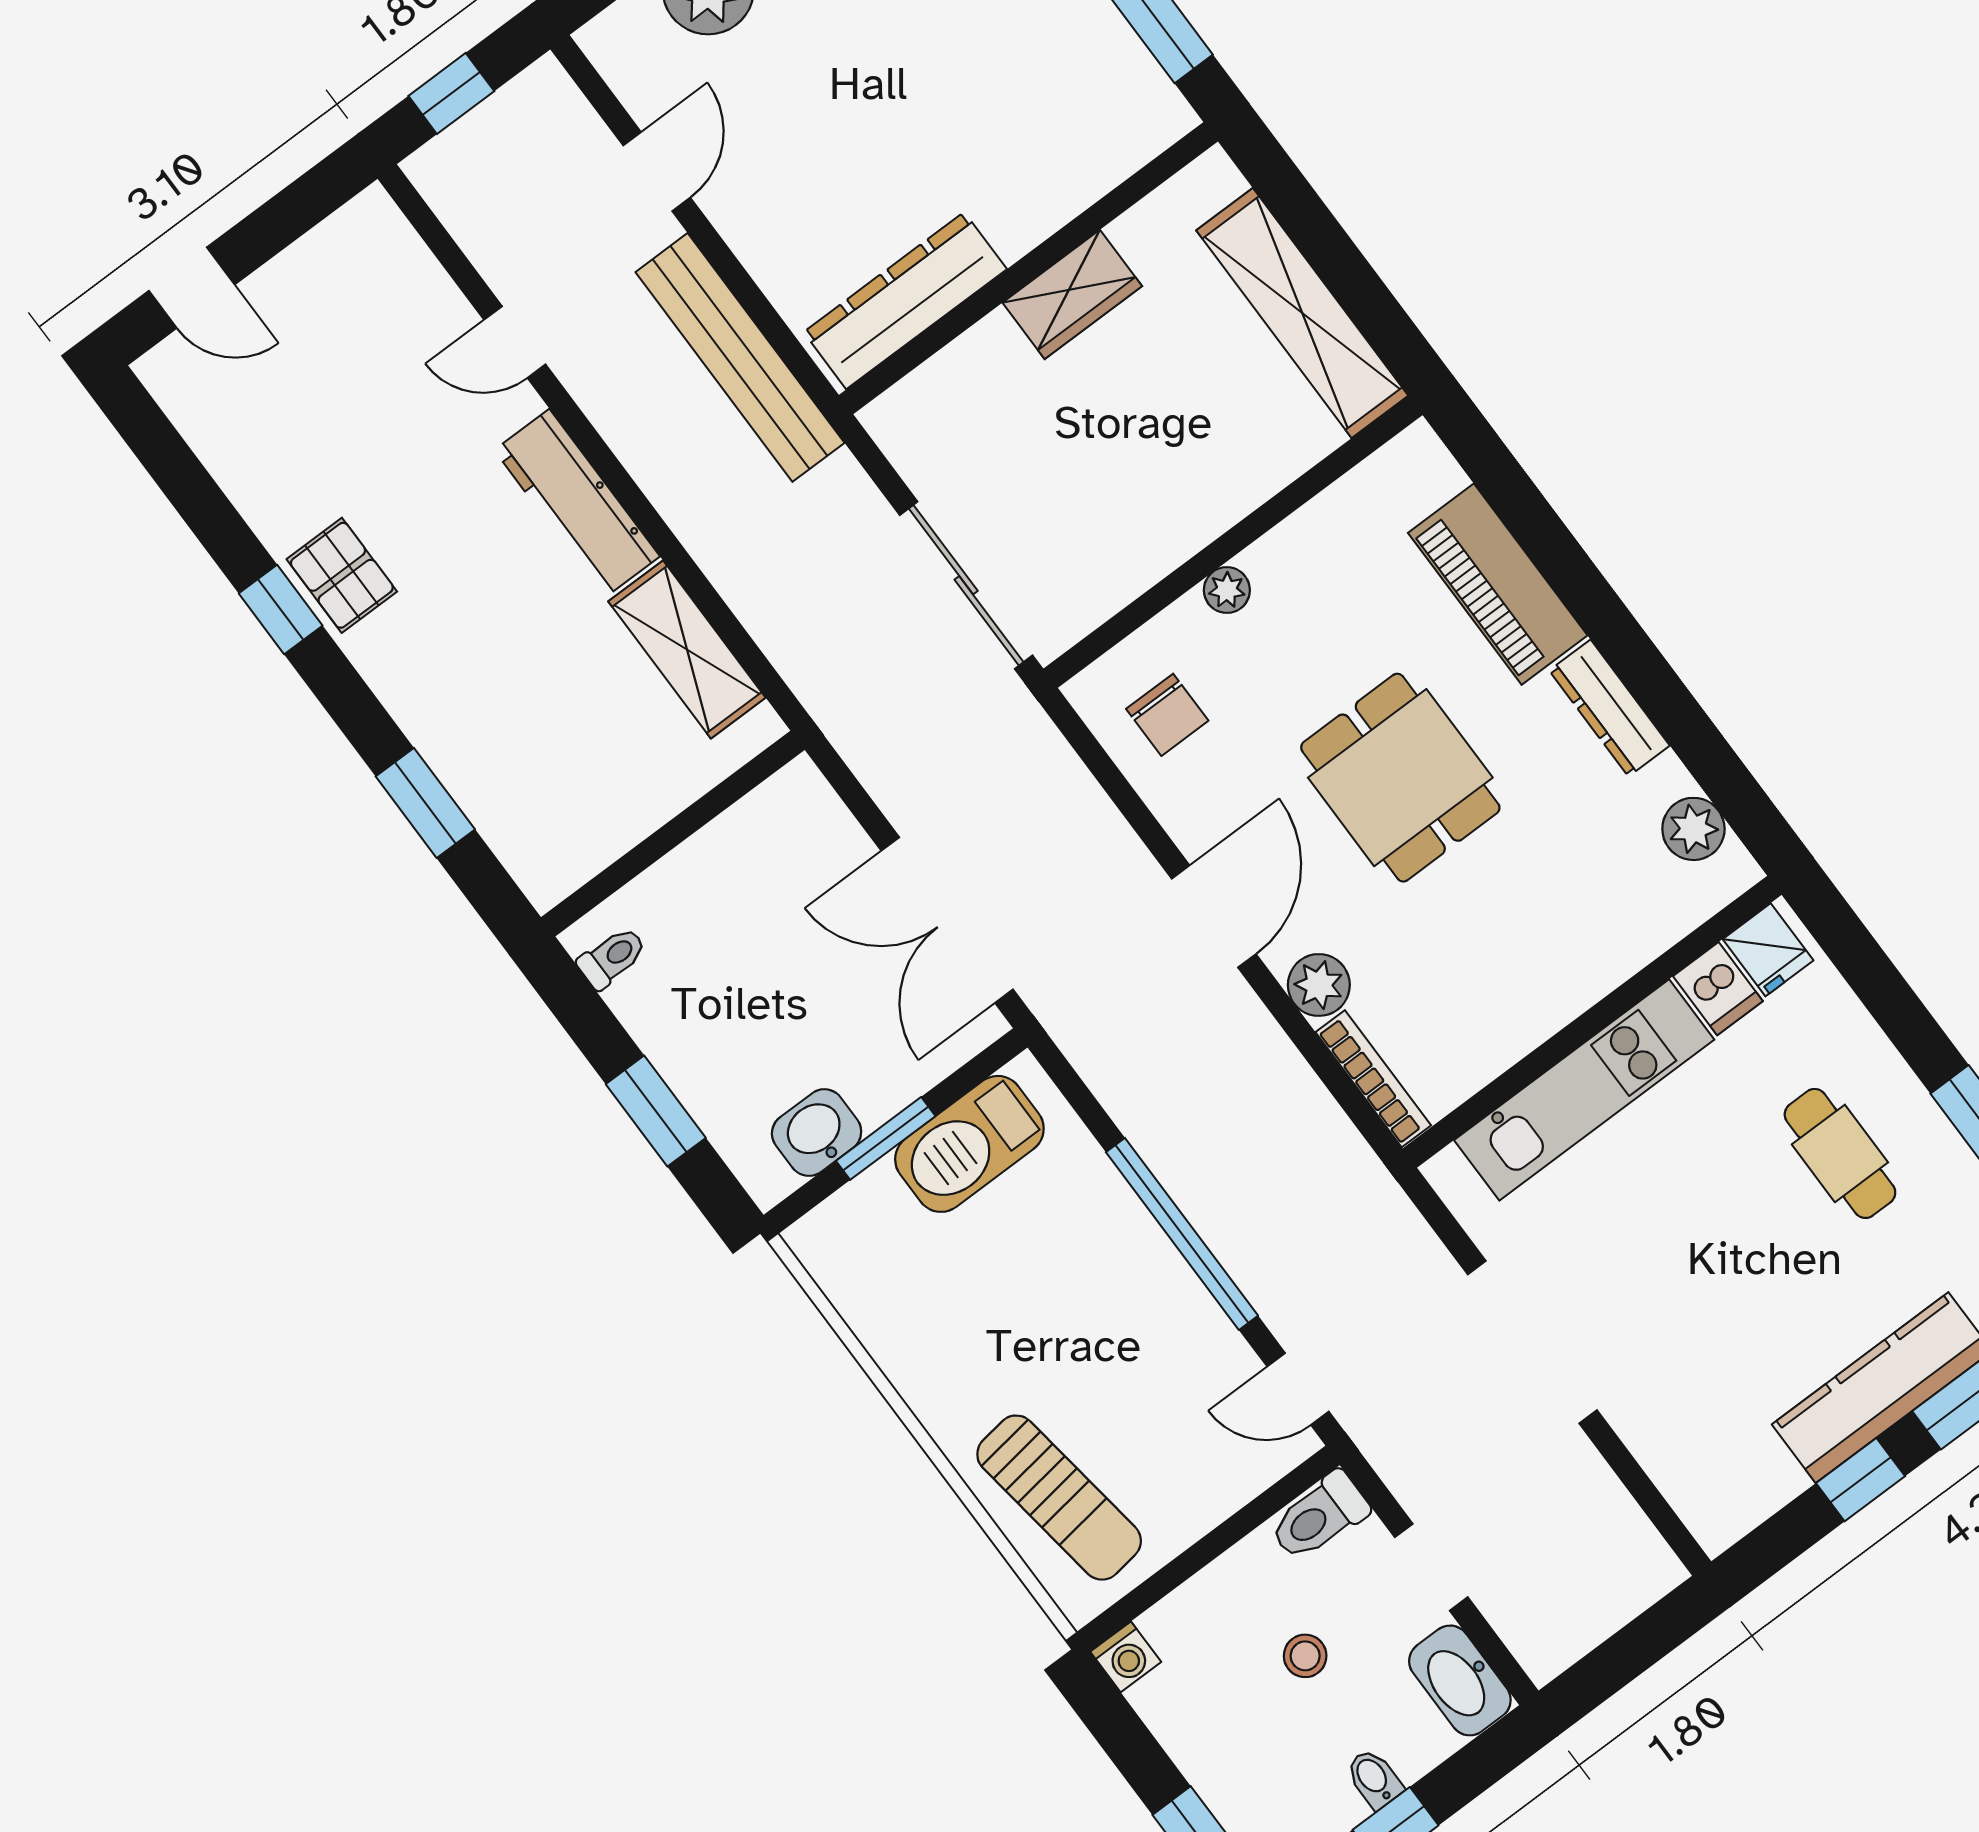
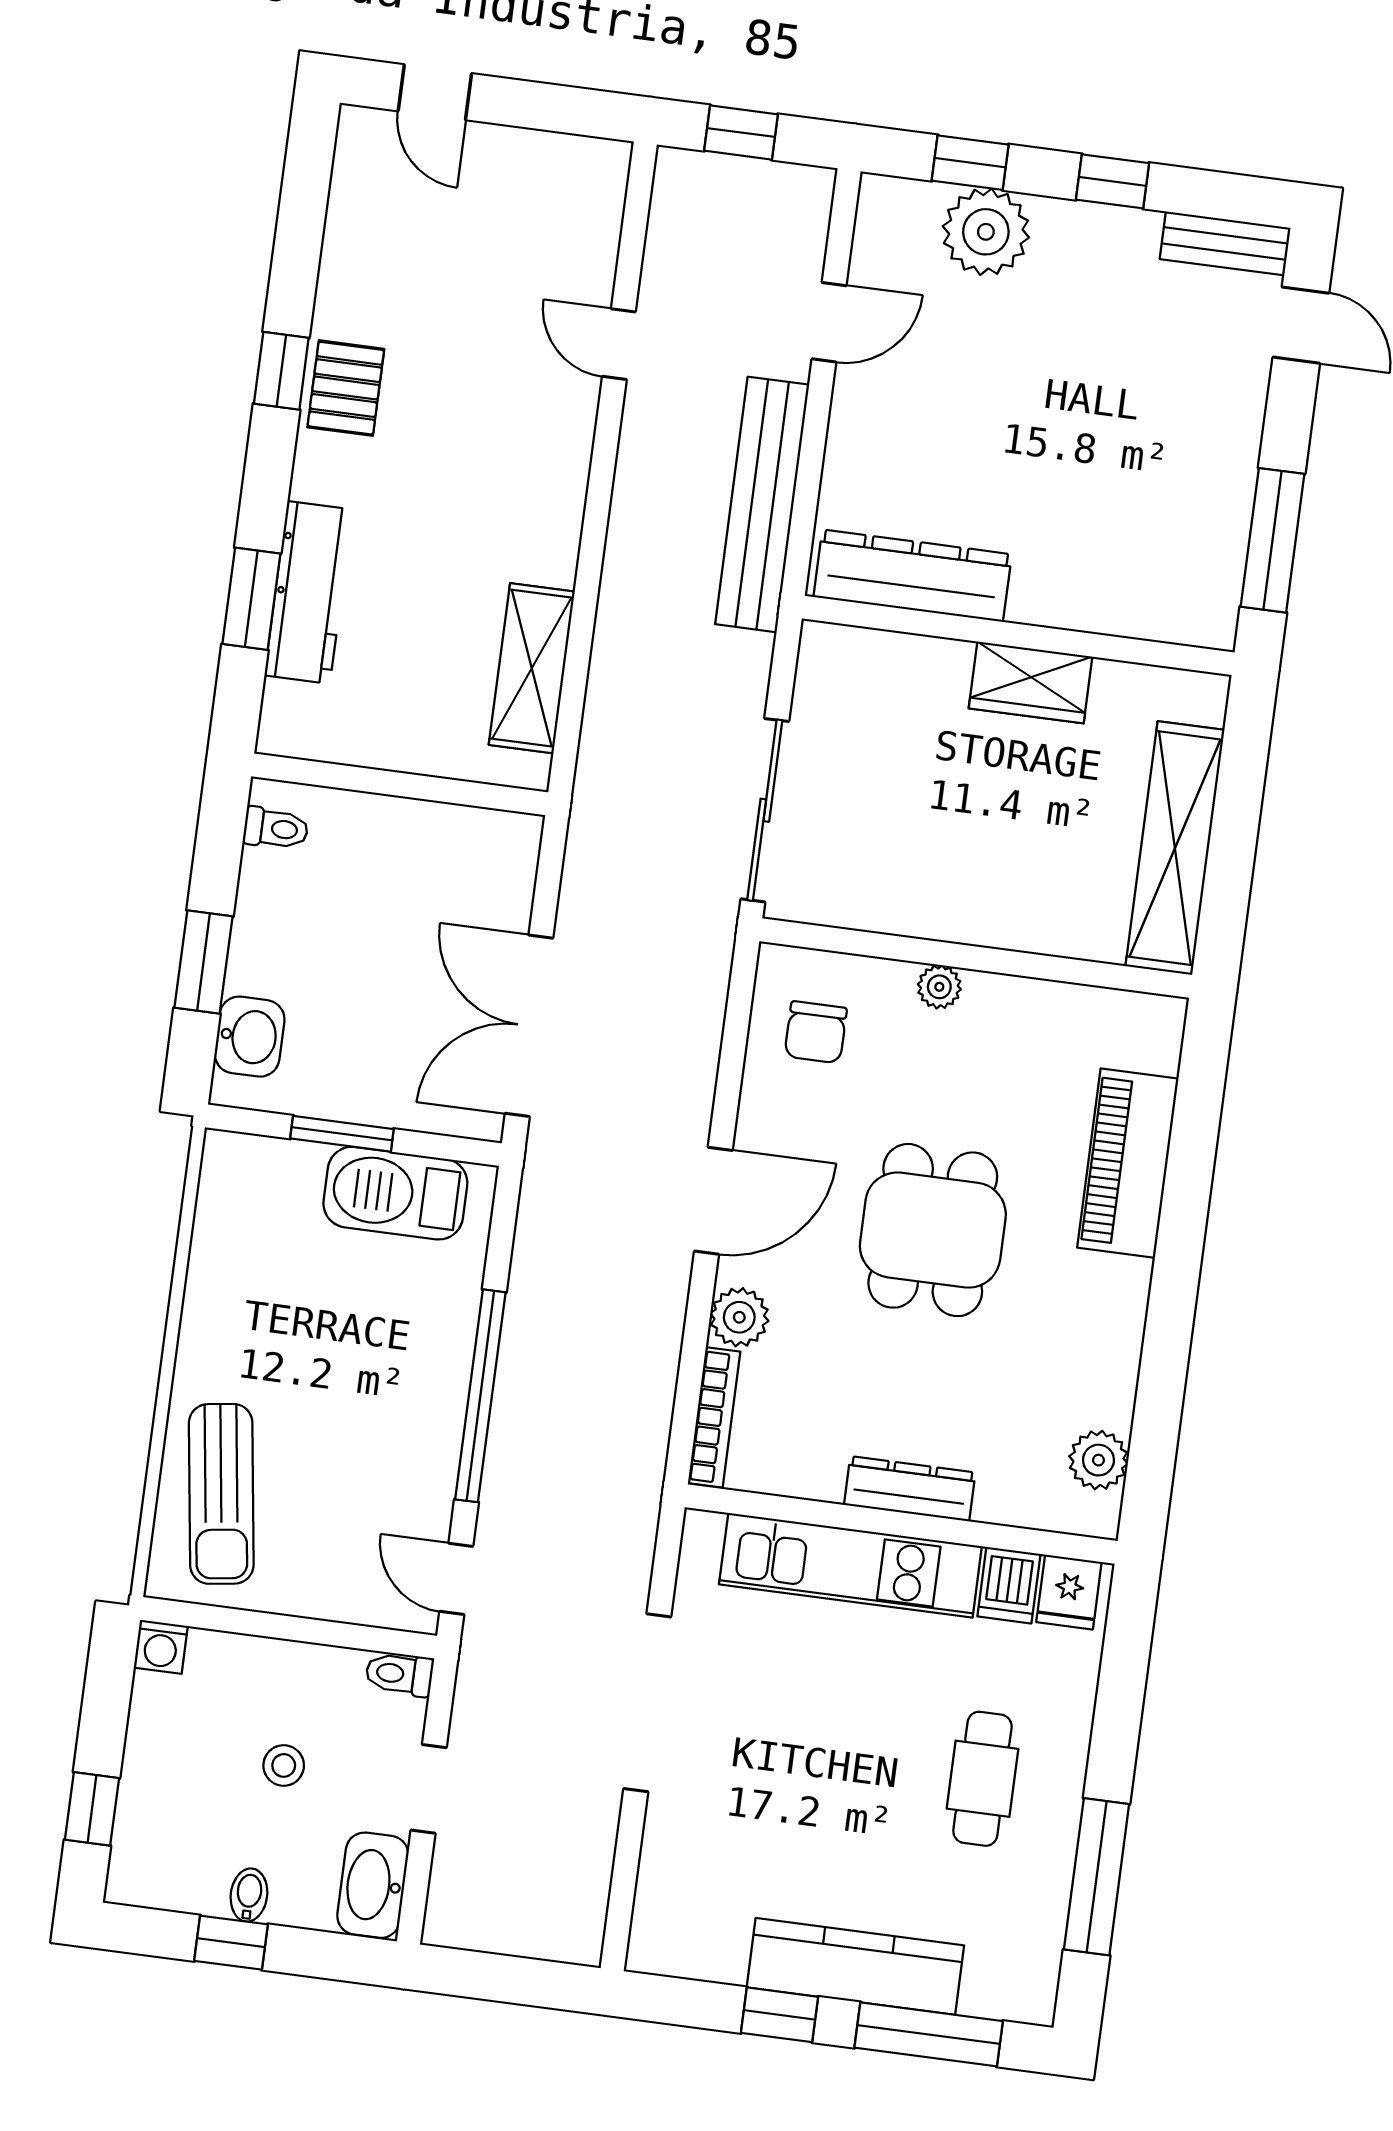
workbench: (577, 503) -> (309, 592), moved, turned 180
dresser: (1609, 708) -> (910, 1489), moved, turned 90
washbasin: (817, 1133) -> (250, 1037), moved, turned 90
toilet: (1319, 1517) -> (399, 1674), width x0.73, depth x0.72

